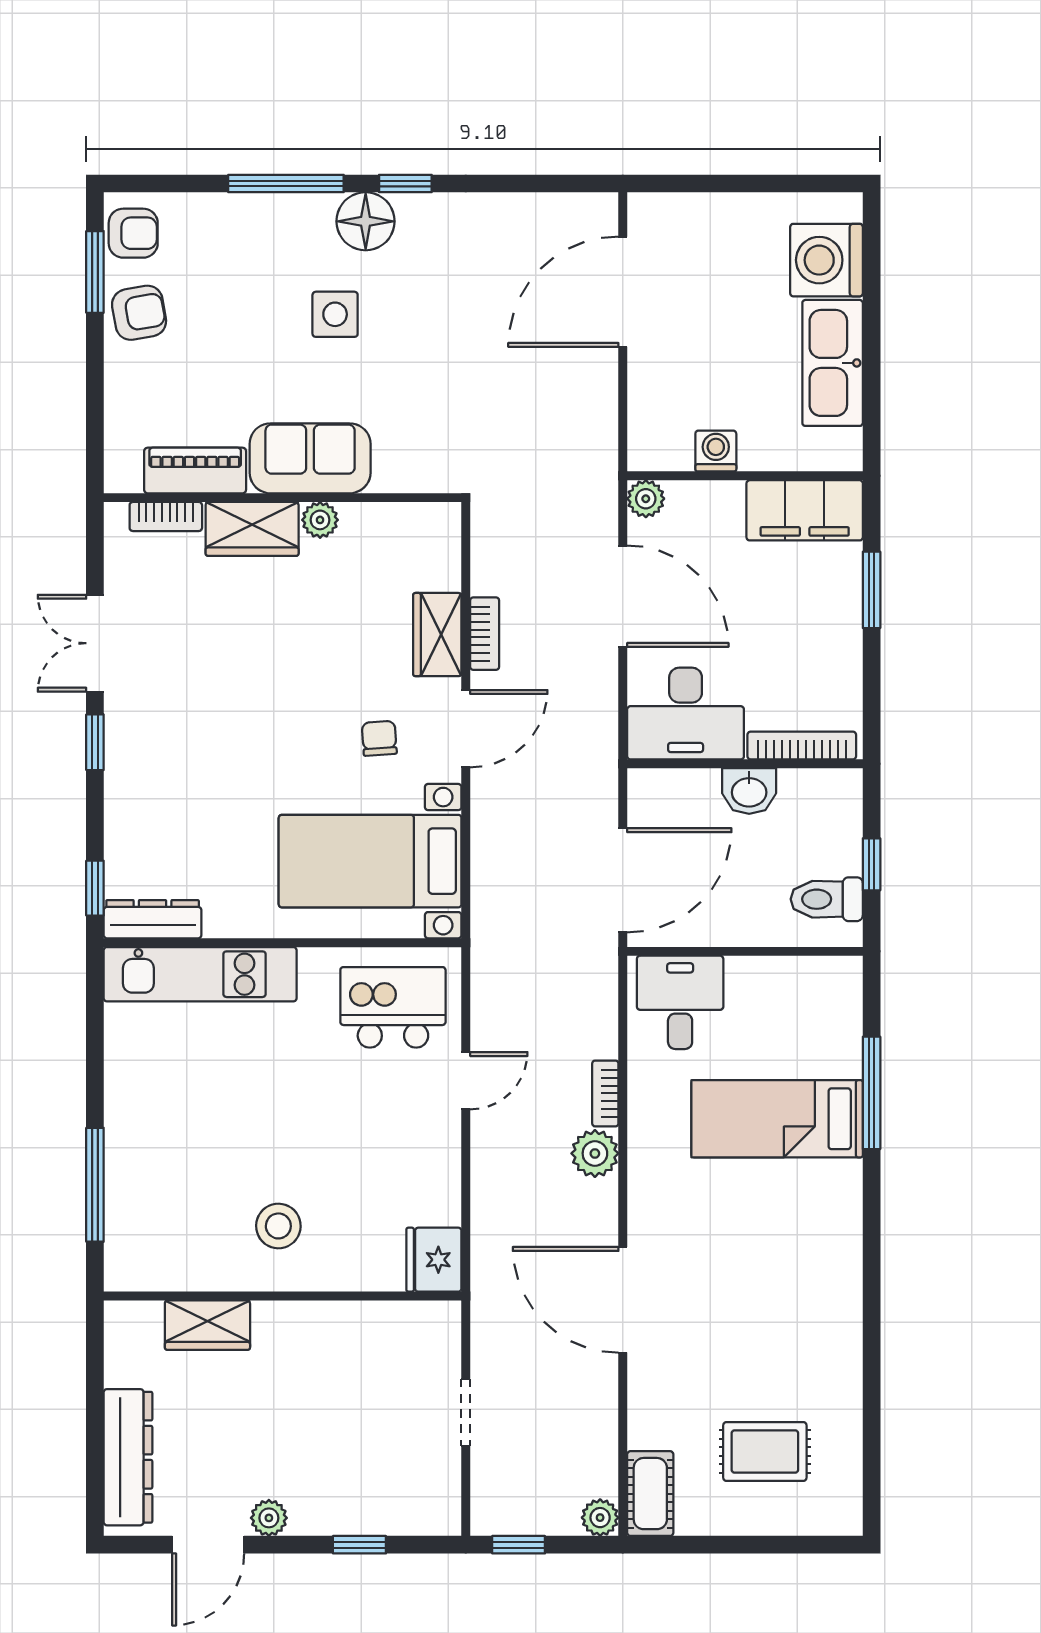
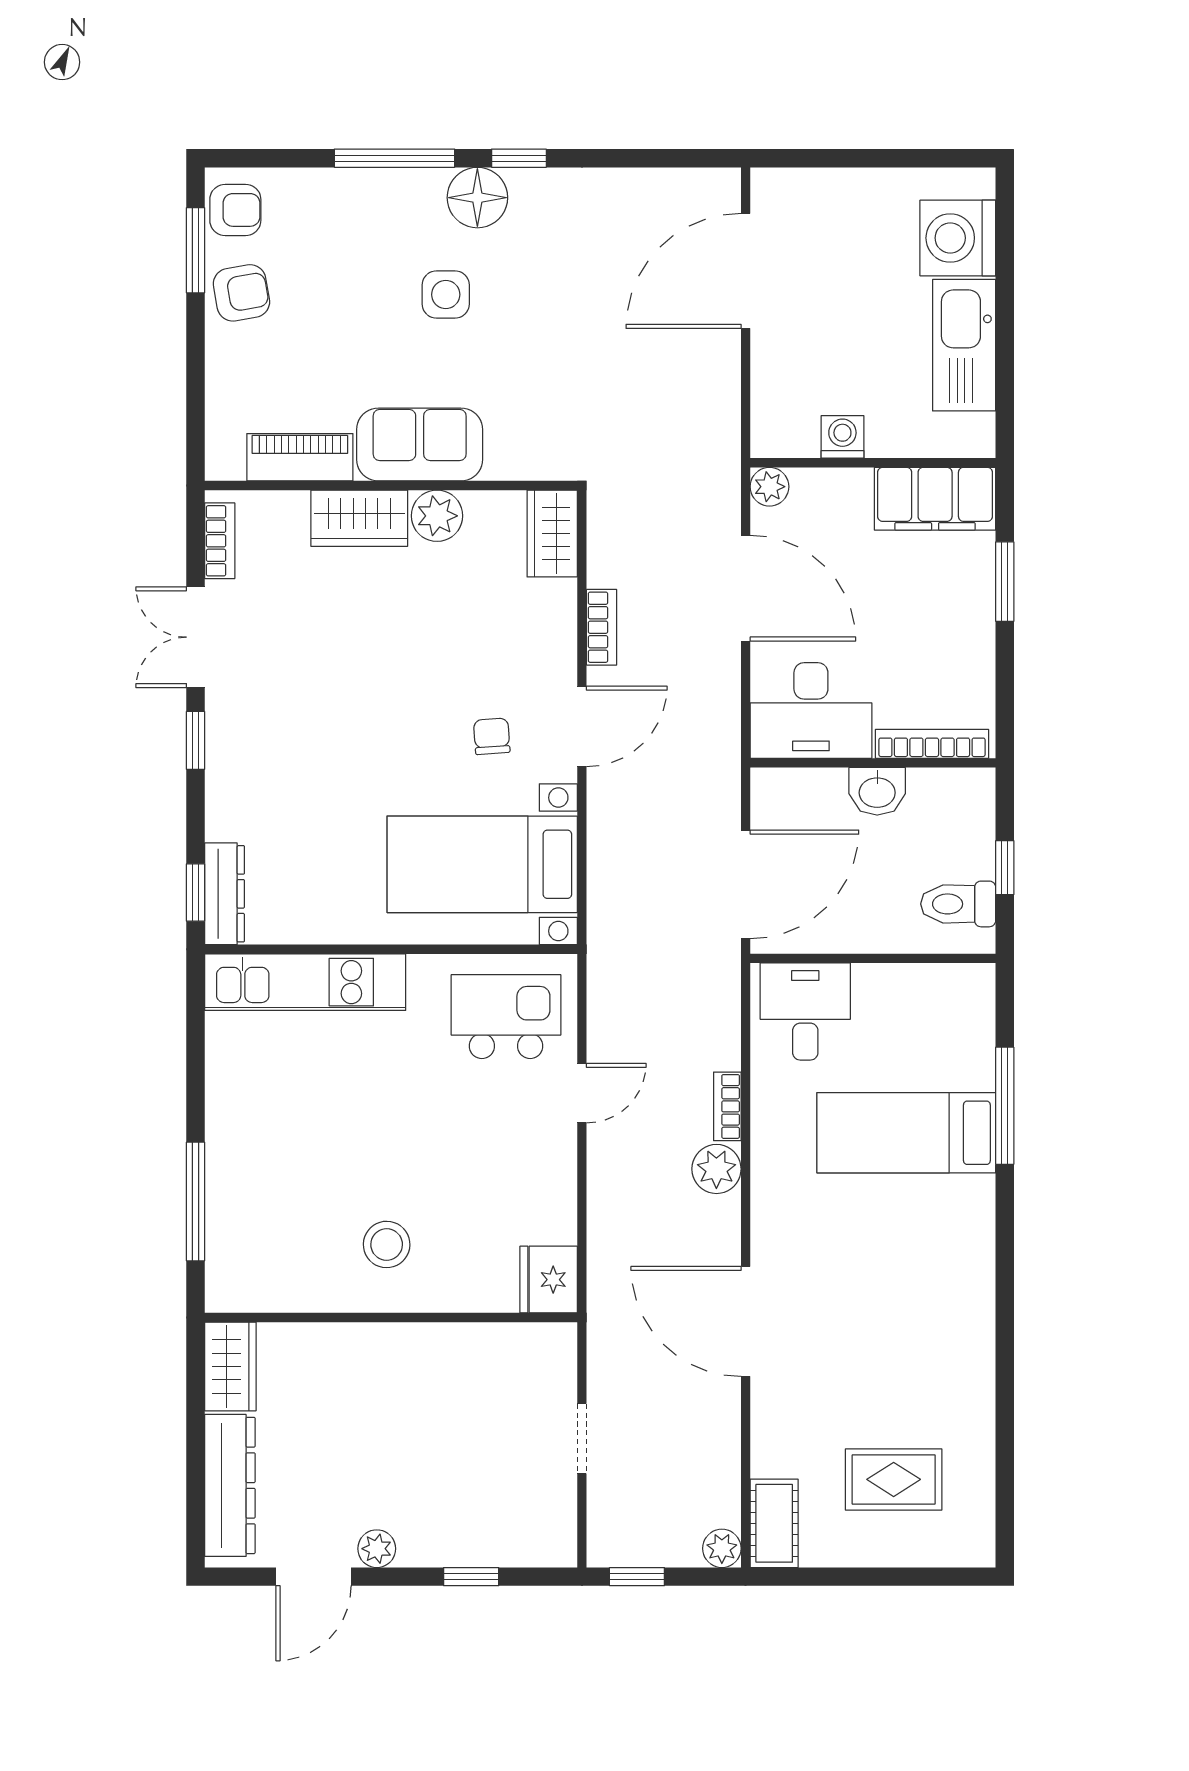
bookcase: (166, 516) -> (220, 541), moved, turned -90
plant: (320, 520) -> (437, 516), width x1.38, depth x1.38
wardrobe: (437, 635) -> (552, 533), moved
dresser: (153, 919) -> (224, 894), moved, turned 90
wardrobe: (207, 1325) -> (230, 1366), moved, turned -90

